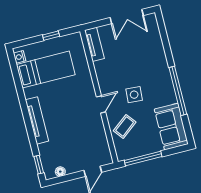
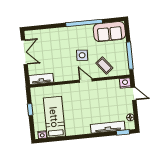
tv unit: (37, 120) -> (108, 127), moved
nightstand: (105, 158) -> (125, 83), added

